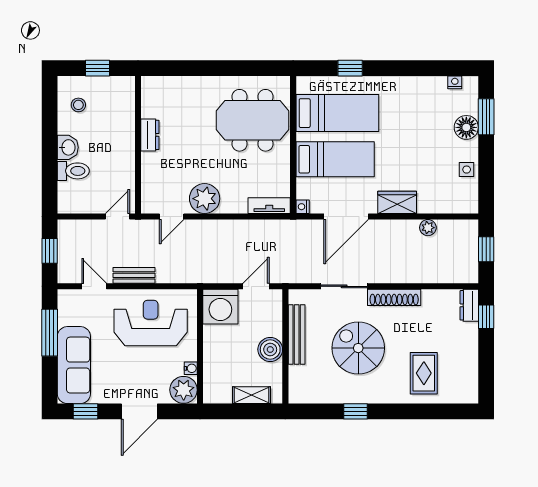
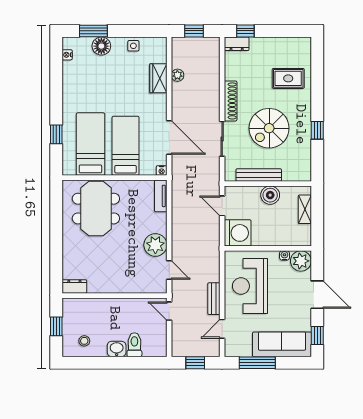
dresser: (150, 135) -> (74, 287), moved
wardrobe: (397, 202) -> (158, 78), moved

